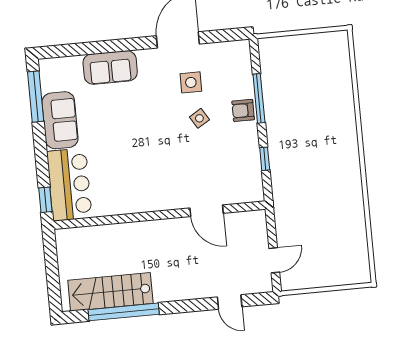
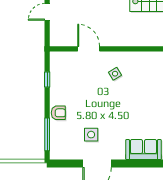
window: (259, 98) -> (47, 134), moved
side table: (199, 118) -> (115, 74), moved

